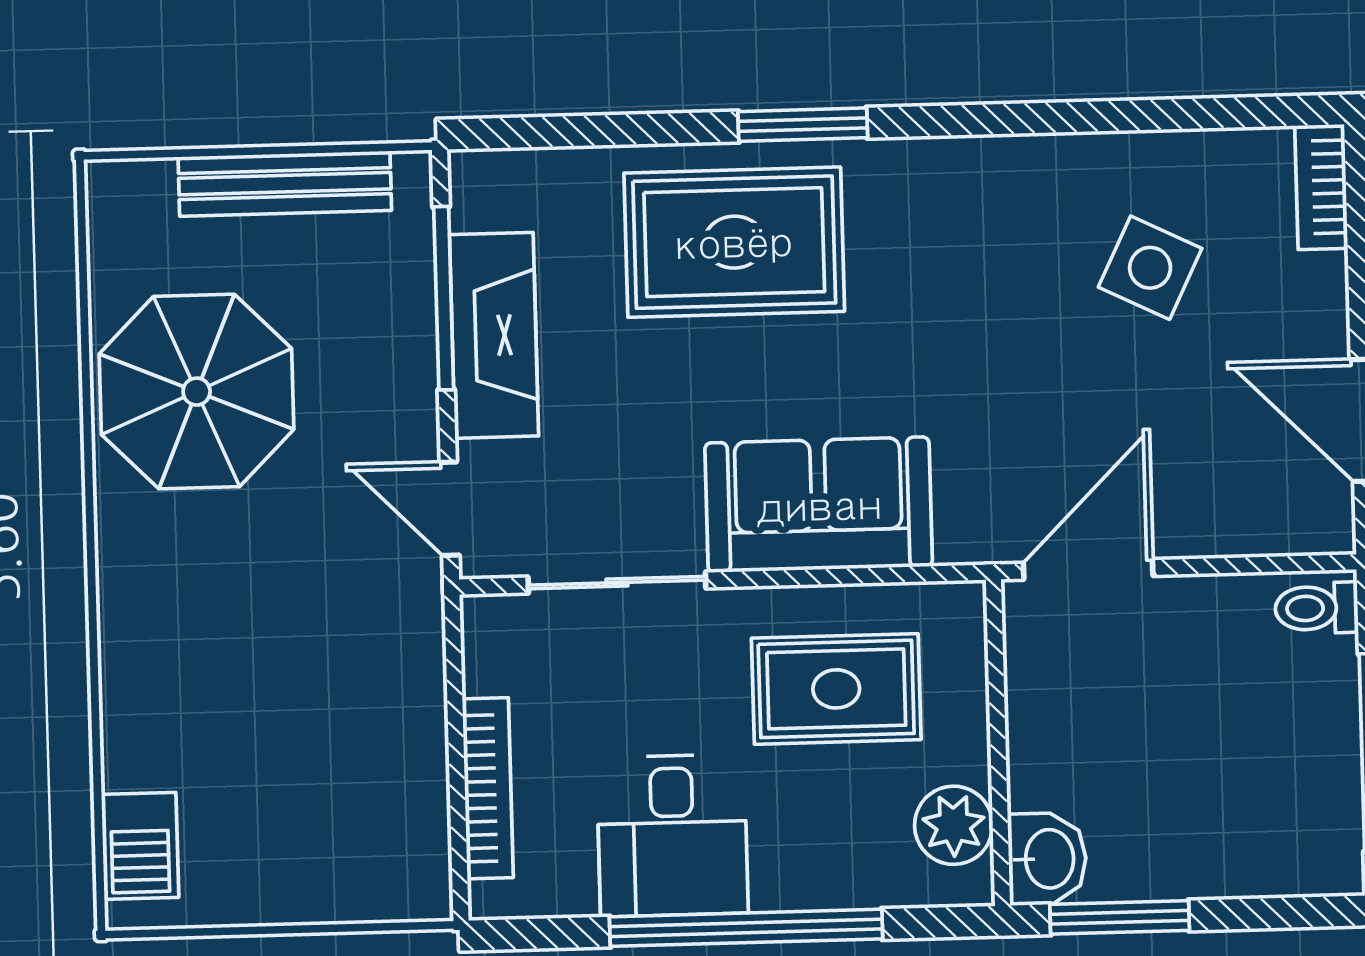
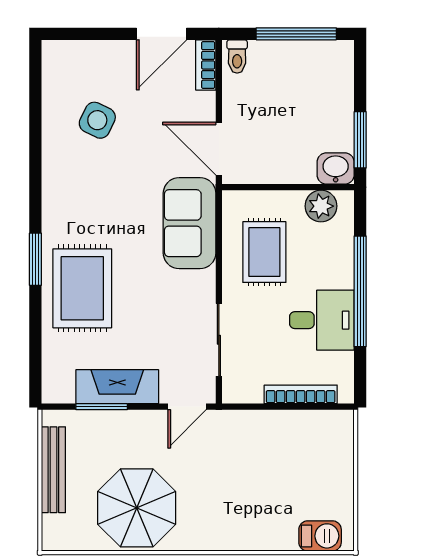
bookcase: (1321, 187) -> (206, 65), moved, turned 90
window: (444, 298) -> (102, 407), width x0.69
sofa: (819, 505) -> (190, 223), moved

